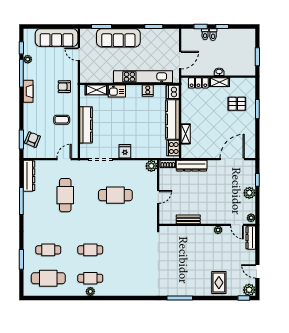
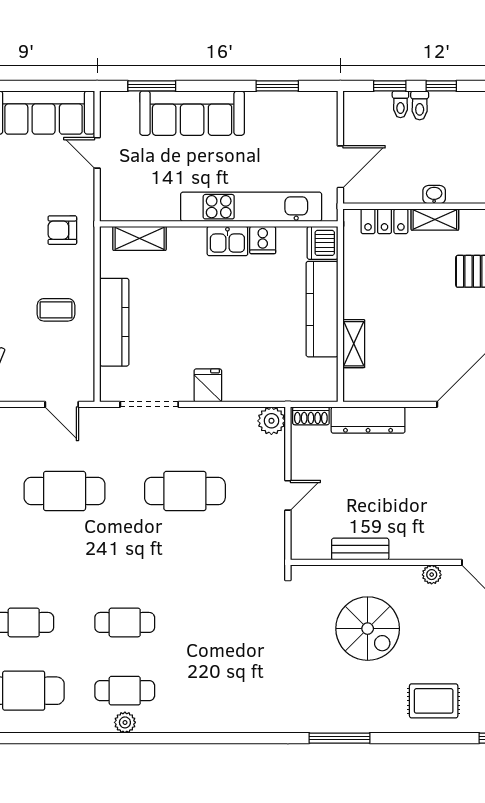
kitchen sink: (117, 91) -> (227, 241), moved
cooker: (173, 148) -> (323, 378), removed
door: (64, 159) -> (62, 404), swing flipped
cafe table: (65, 195) -> (65, 491), turned 90
spiral stairs: (191, 252) -> (368, 629), added
rug: (219, 283) -> (434, 701), turned 90

